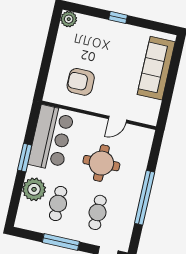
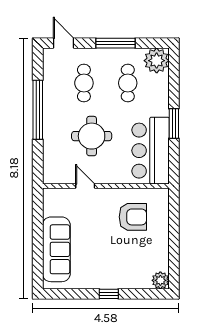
door: (117, 119) -> (85, 186), hinge flipped
plant: (34, 189) -> (157, 61), moved

